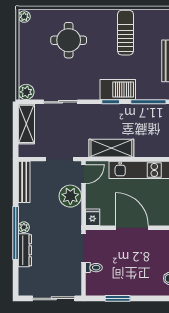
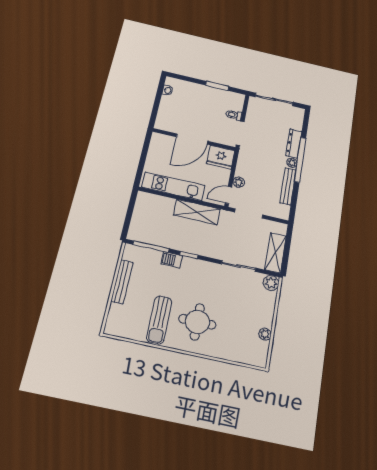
plant: (24, 17) -> (265, 334), moved
round table: (69, 40) -> (197, 322), moved
barbecue: (118, 90) -> (172, 260), width x0.53, depth x0.65
bench: (24, 182) -> (288, 186), moved
plant: (70, 196) -> (239, 182), width x0.53, depth x0.53
fridge: (93, 217) -> (221, 157), width x1.88, depth x1.34
door: (132, 228) -> (192, 139), hinge flipped

